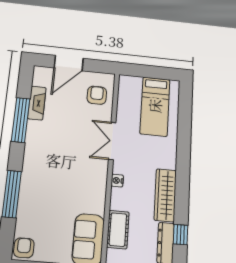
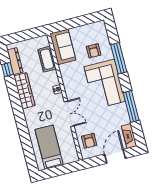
fireplace: (37, 103) -> (129, 136), moved
corner sofa: (46, 164) -> (105, 84), added
armchair: (24, 248) -> (94, 51), moved

